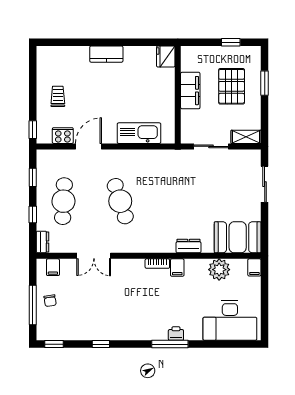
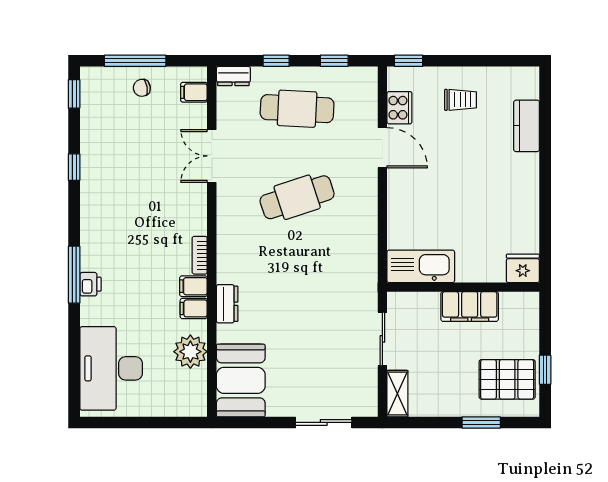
kitchen counter: (106, 54) -> (527, 126), moved
pallet: (232, 86) -> (507, 379), moved
kitchen sink: (139, 133) -> (421, 266), moved, turned -90
filing cabinet: (254, 267) -> (194, 308), moved

